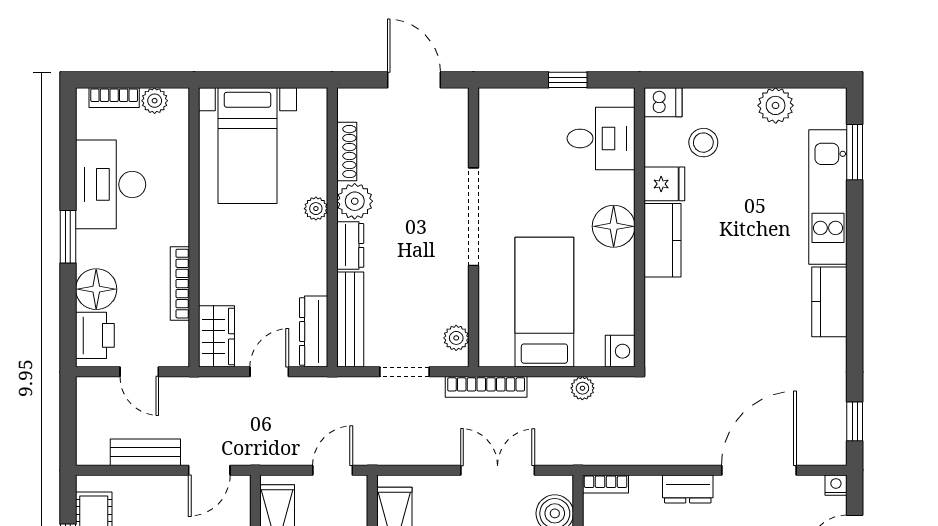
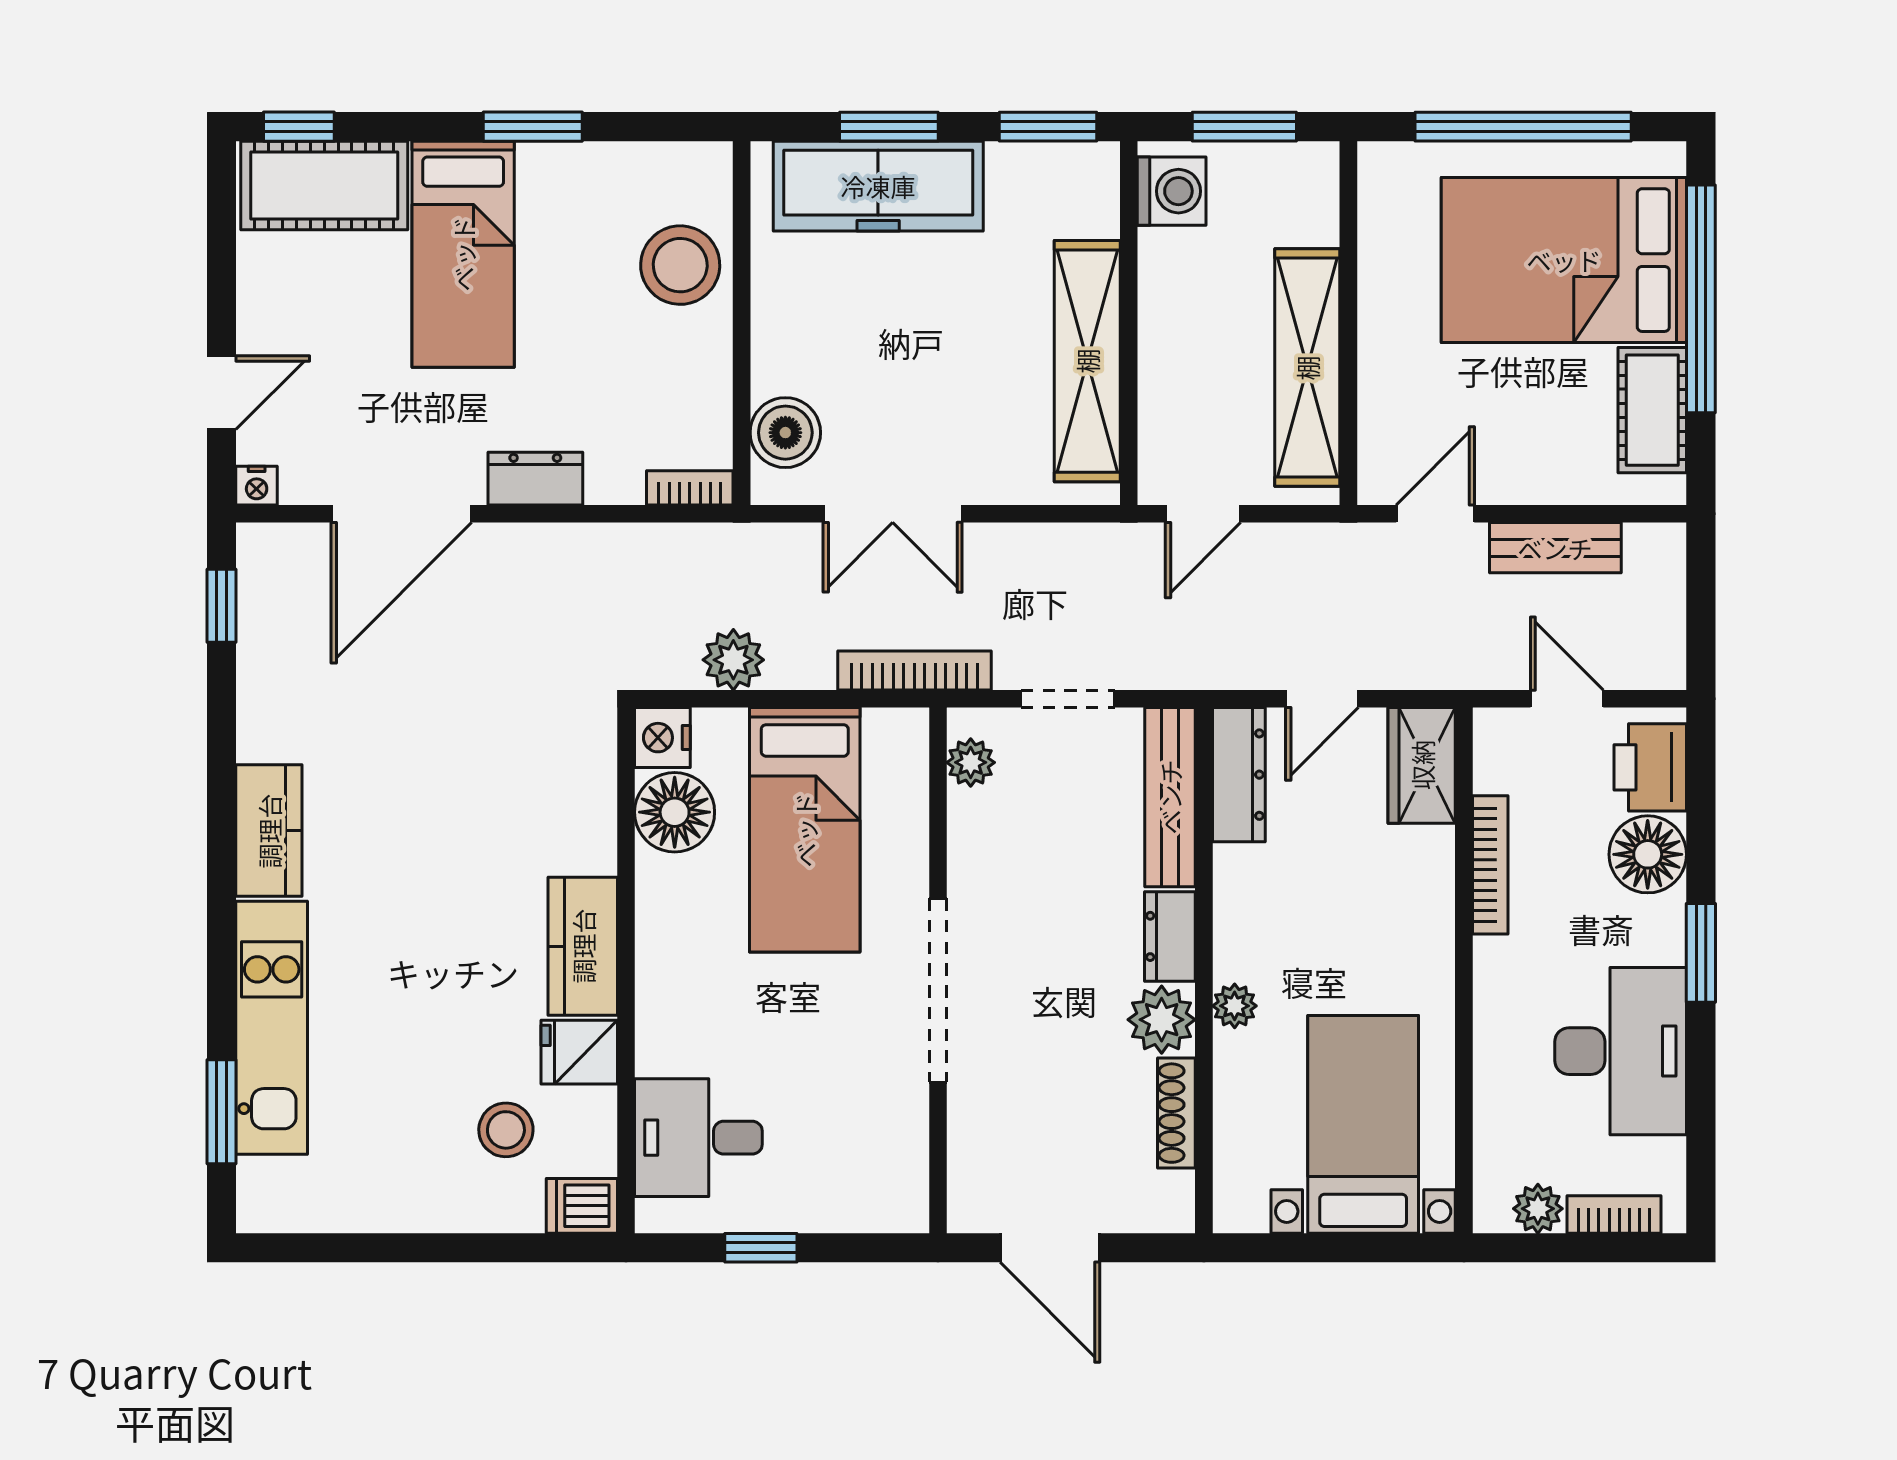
plant: (776, 105) -> (370, 1200), removed
floor lamp: (614, 226) -> (675, 812), moved
plant: (582, 388) -> (733, 660), width x1.38, depth x1.38

